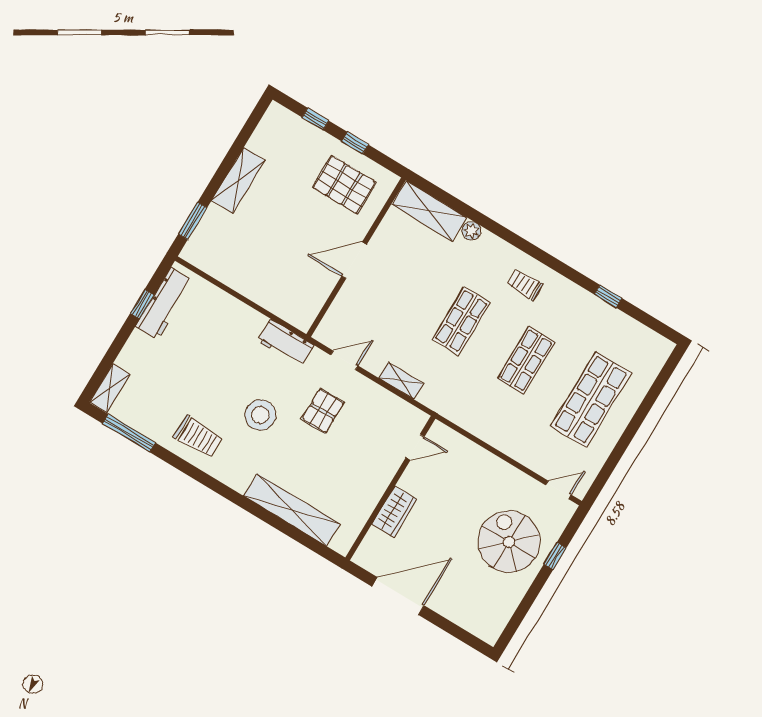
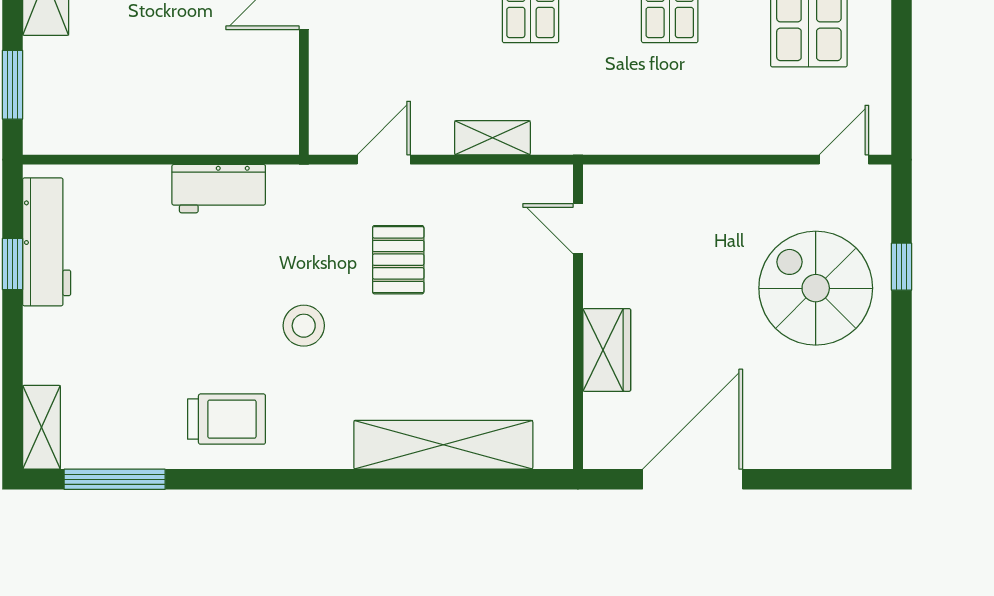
workbench: (286, 343) -> (219, 189), moved
stool: (260, 415) -> (304, 326), width x0.73, depth x0.73
door: (415, 447) -> (578, 229), swing flipped

